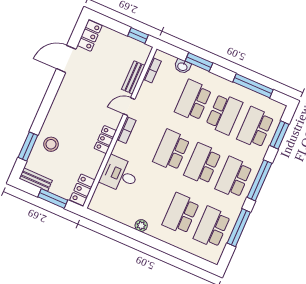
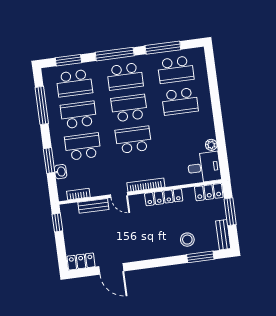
school desk: (193, 100) -> (83, 147), turned 180
bookcase: (126, 130) -> (146, 185), width x1.56
locker: (105, 140) -> (164, 197), width x1.53
school desk: (171, 150) -> (133, 140), turned 180
school desk: (202, 164) -> (129, 108), turned 180
desk: (120, 174) -> (204, 167), moved, turned -90
plant: (141, 226) -> (211, 145), moved

